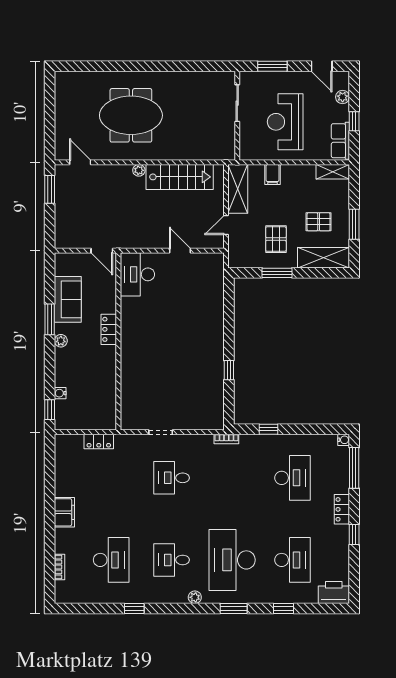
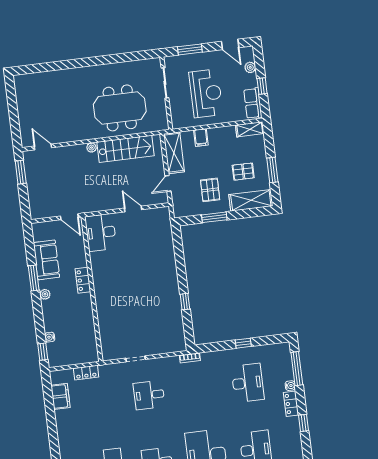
meeting table: (131, 115) -> (120, 108), moved
reception desk: (285, 122) -> (206, 93), turned 180
window: (269, 429) -> (243, 343), moved
water cooler: (344, 440) -> (290, 386), moved
filing cabinet: (64, 512) -> (60, 396), moved

